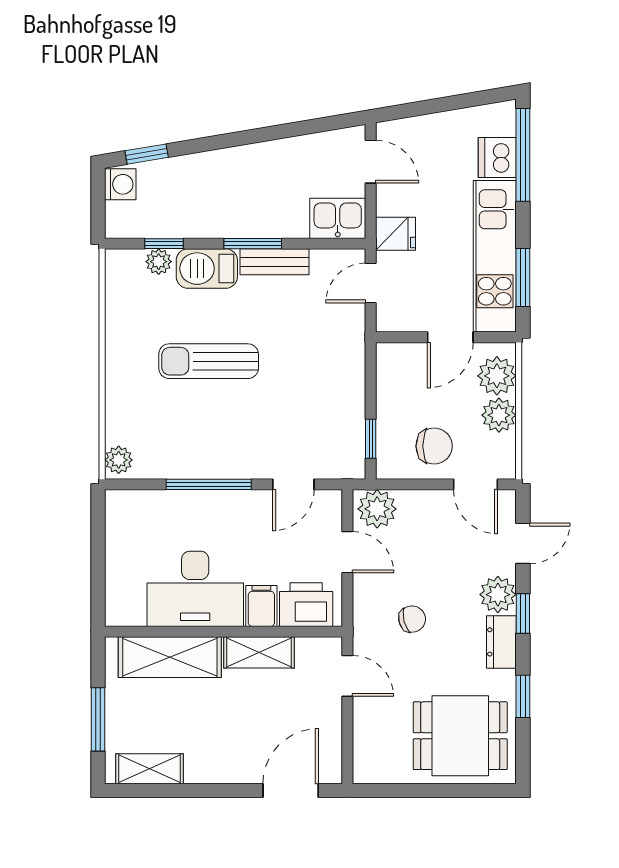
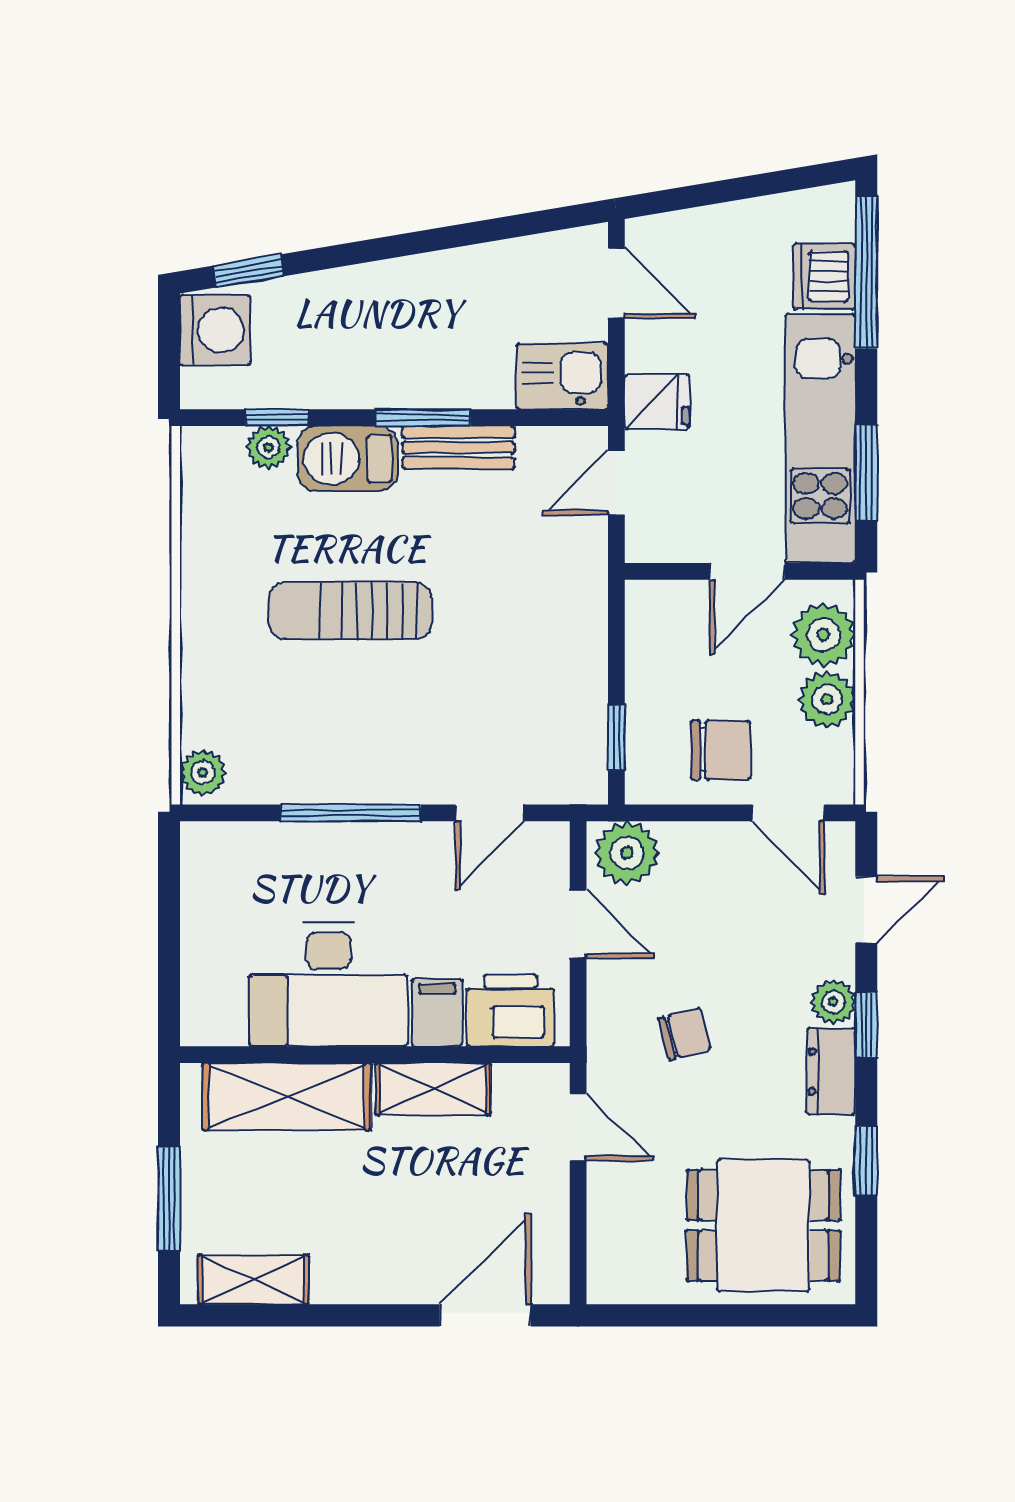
washing machine: (120, 184) -> (215, 330), width x1.38, depth x1.38
plant: (498, 595) -> (833, 1002), width x0.73, depth x0.73

